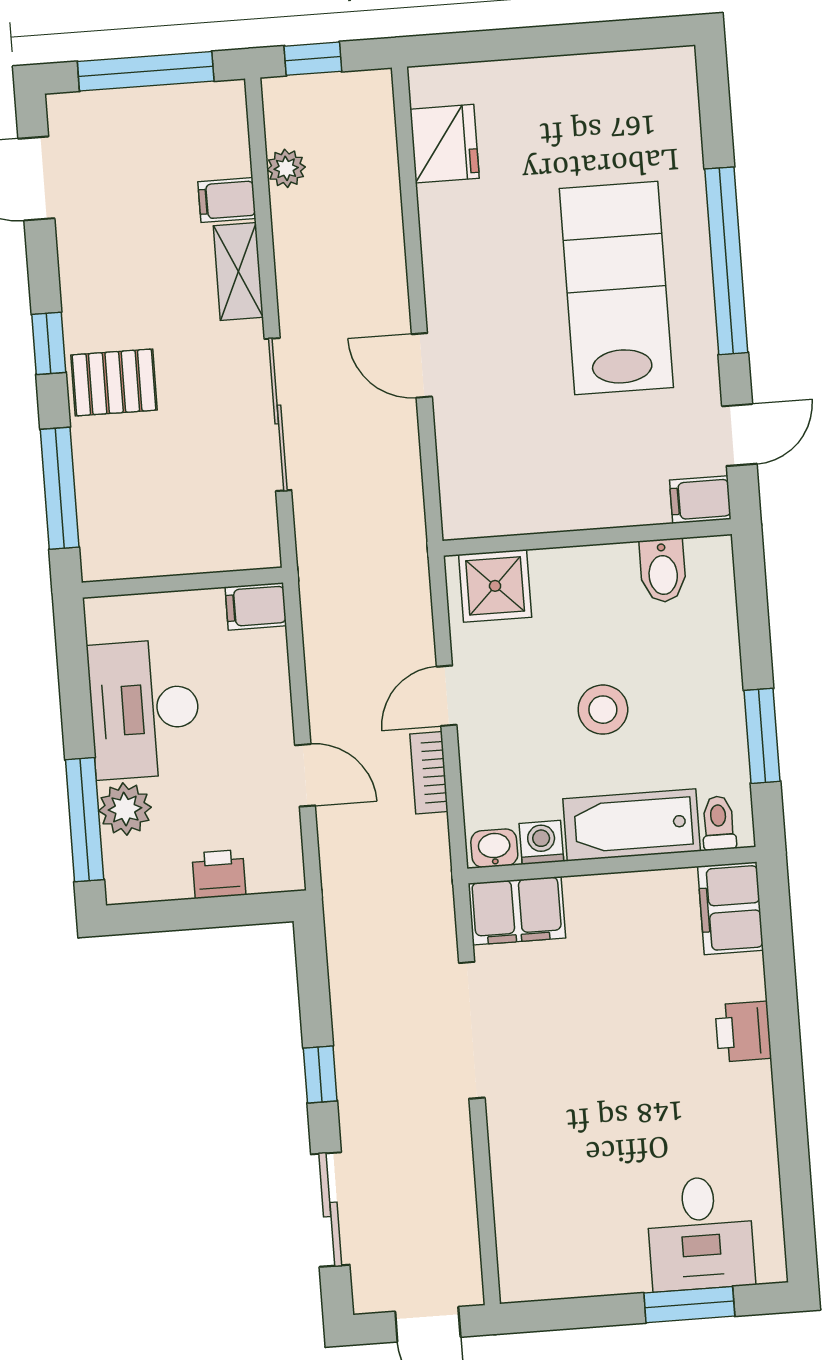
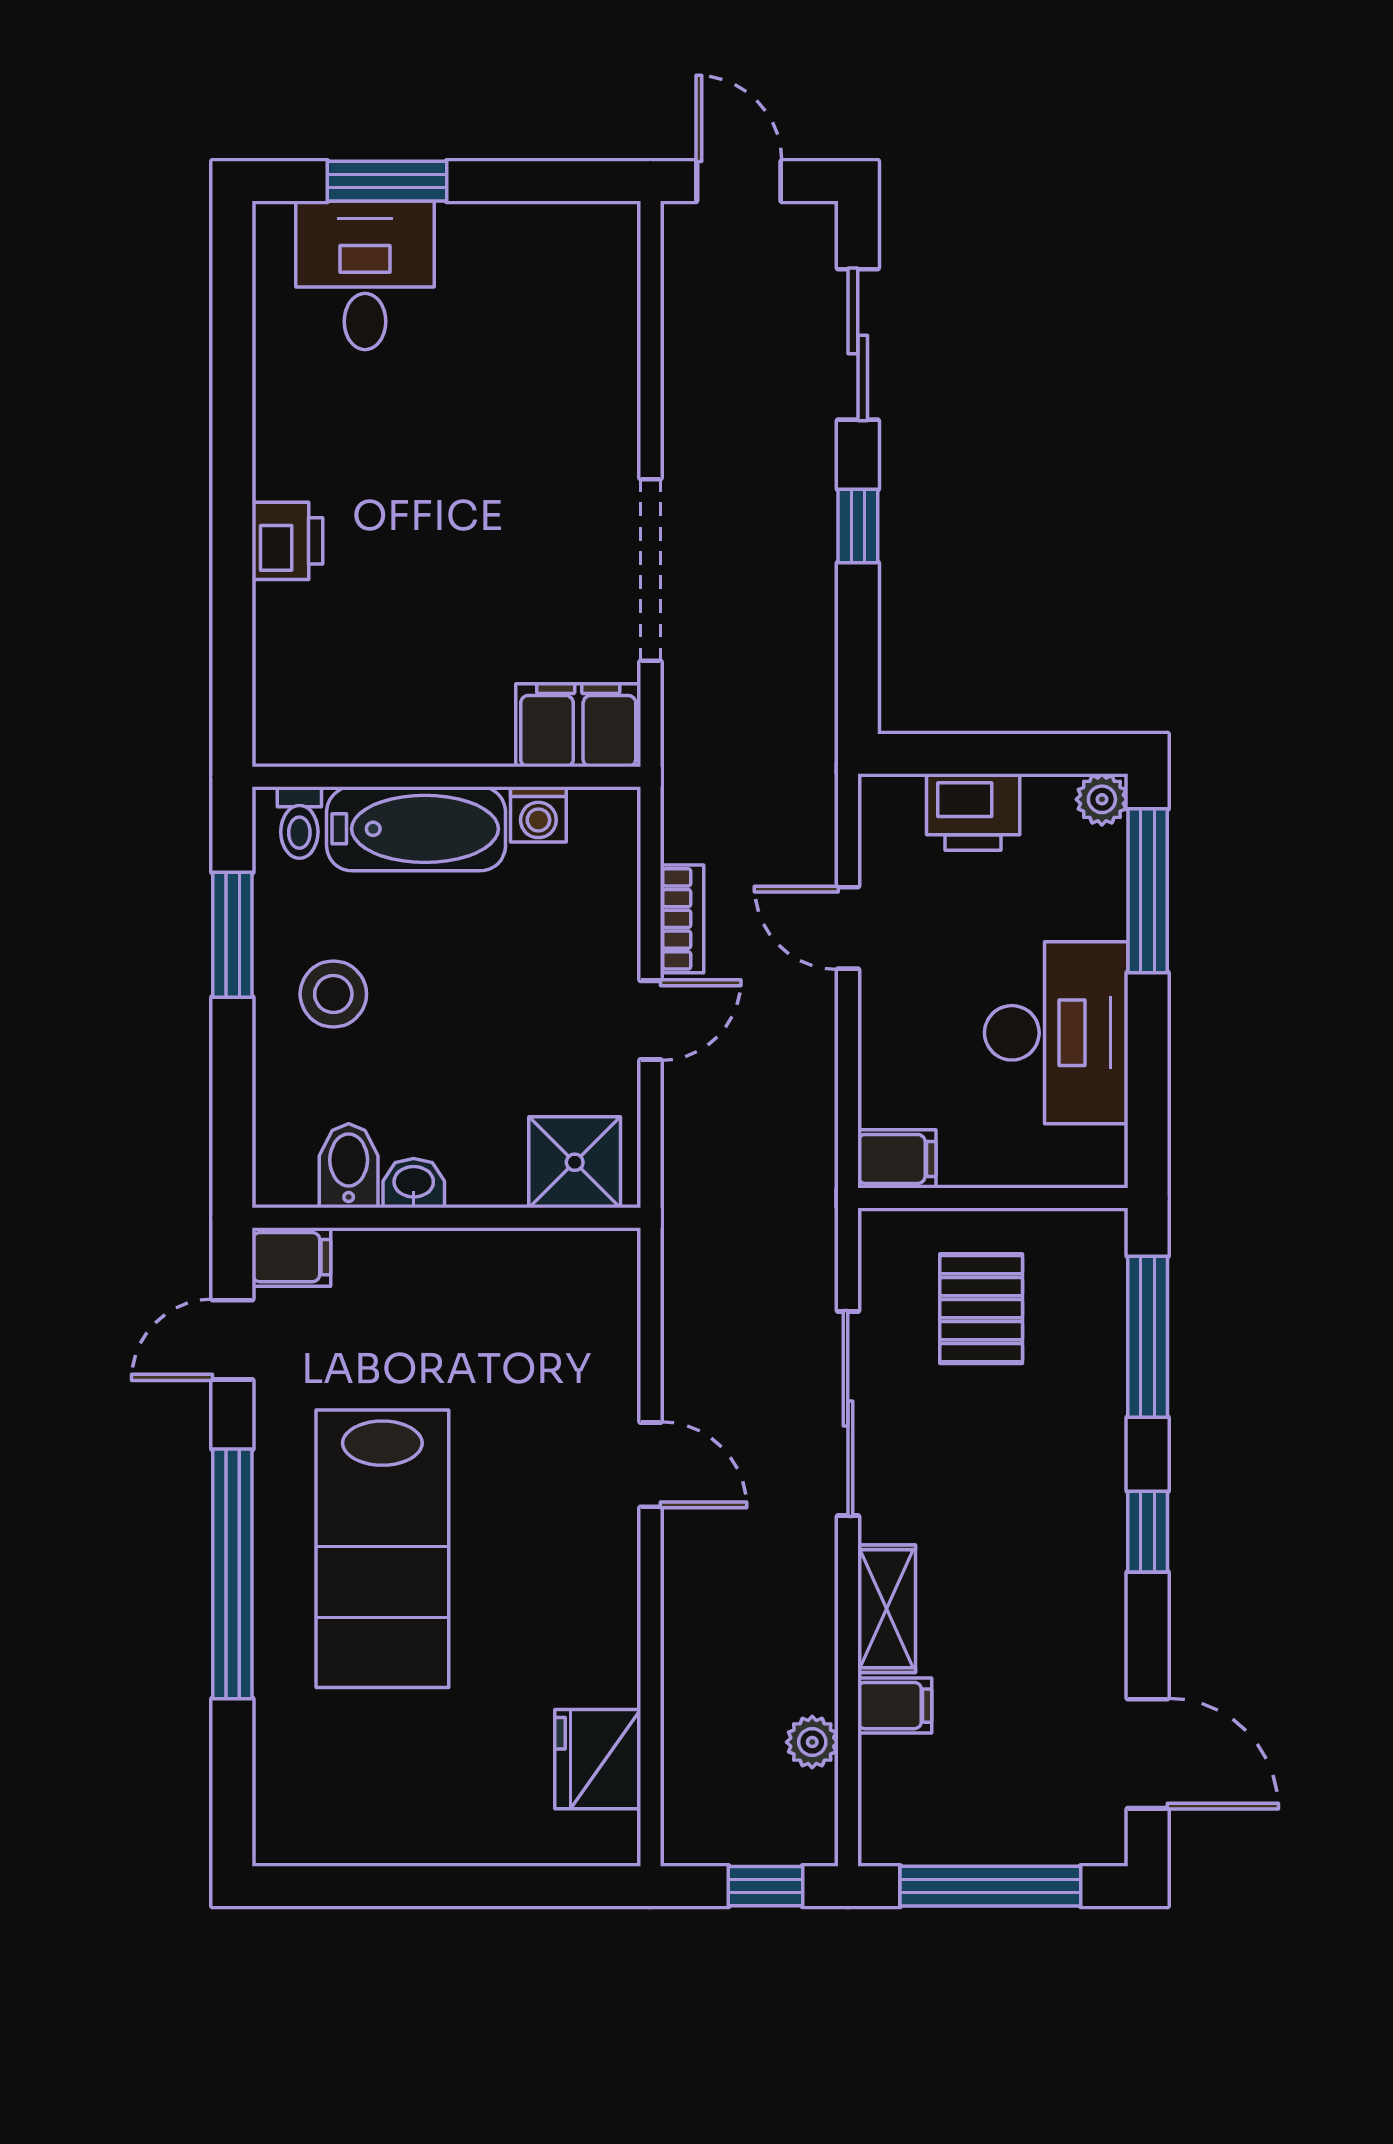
pallet: (114, 382) -> (981, 1309), moved, turned 90
stool: (603, 710) -> (333, 994), moved
plant: (125, 809) -> (1102, 799), moved, width x0.73, depth x0.73
washbasin: (494, 848) -> (414, 1183), moved, turned 180
printer: (219, 874) -> (973, 812), width x1.36, depth x1.24
filing cabinet: (731, 908) -> (292, 707), removed

